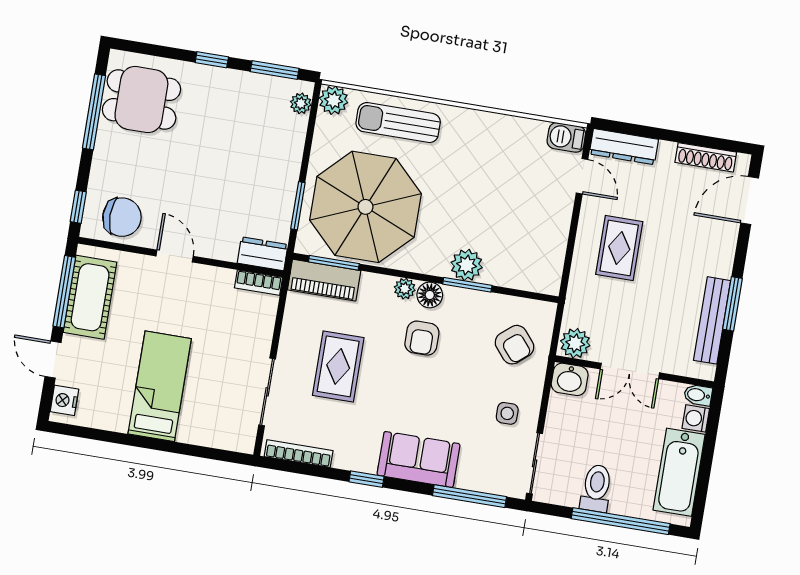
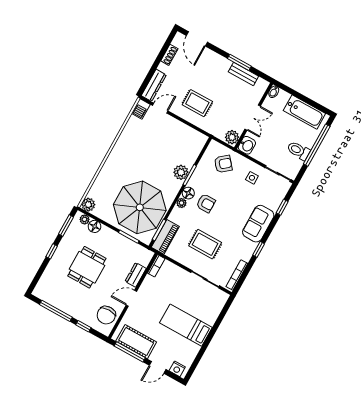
dining table: (141, 100) -> (87, 267), moved
sun lounger: (398, 123) -> (108, 180), removed
floor lamp: (294, 129) -> (95, 226), added
shoe rack: (706, 157) -> (169, 55), width x0.70
window: (78, 207) -> (83, 326), moved
chair: (122, 217) -> (106, 315), turned 180
dresser: (263, 254) -> (136, 275), moved
bench: (712, 320) -> (243, 74), width x0.73
washing machine: (696, 418) -> (284, 96), removed
window: (469, 496) -> (282, 207), width x0.46

